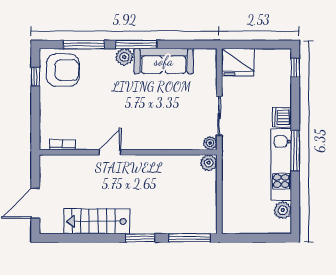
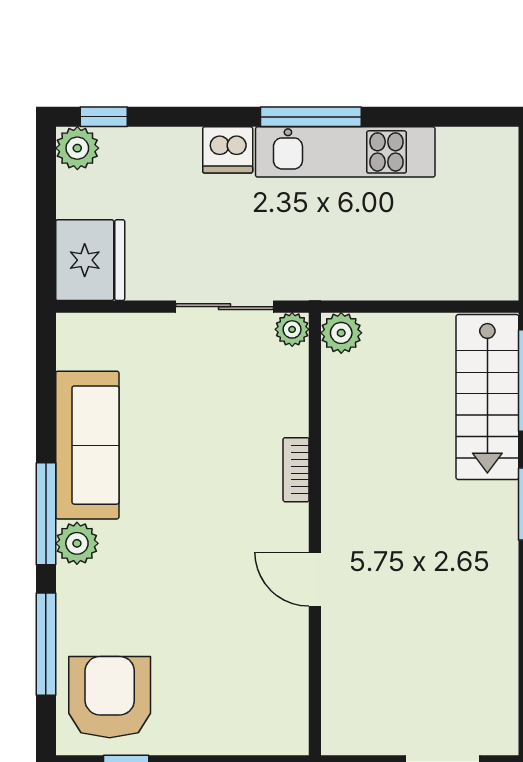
bookcase: (62, 145) -> (296, 470), moved
plant: (283, 210) -> (77, 148), moved
stairs: (97, 221) -> (487, 397), moved

